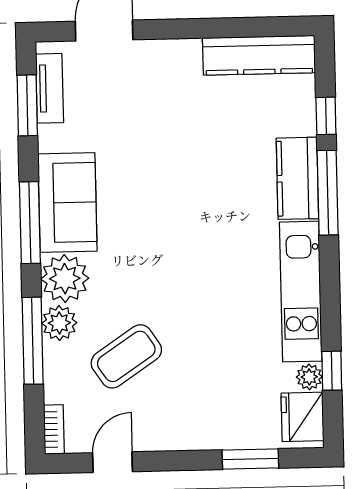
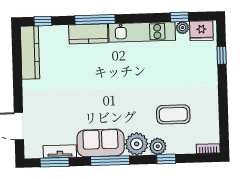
tv unit: (50, 88) -> (60, 151), moved
window: (326, 116) -> (43, 21), moved
window: (33, 341) -> (166, 159), width x0.46
coffee table: (126, 356) -> (173, 114), turned -56
window: (250, 459) -> (222, 55), width x0.67
door: (113, 462) -> (224, 121), removed

